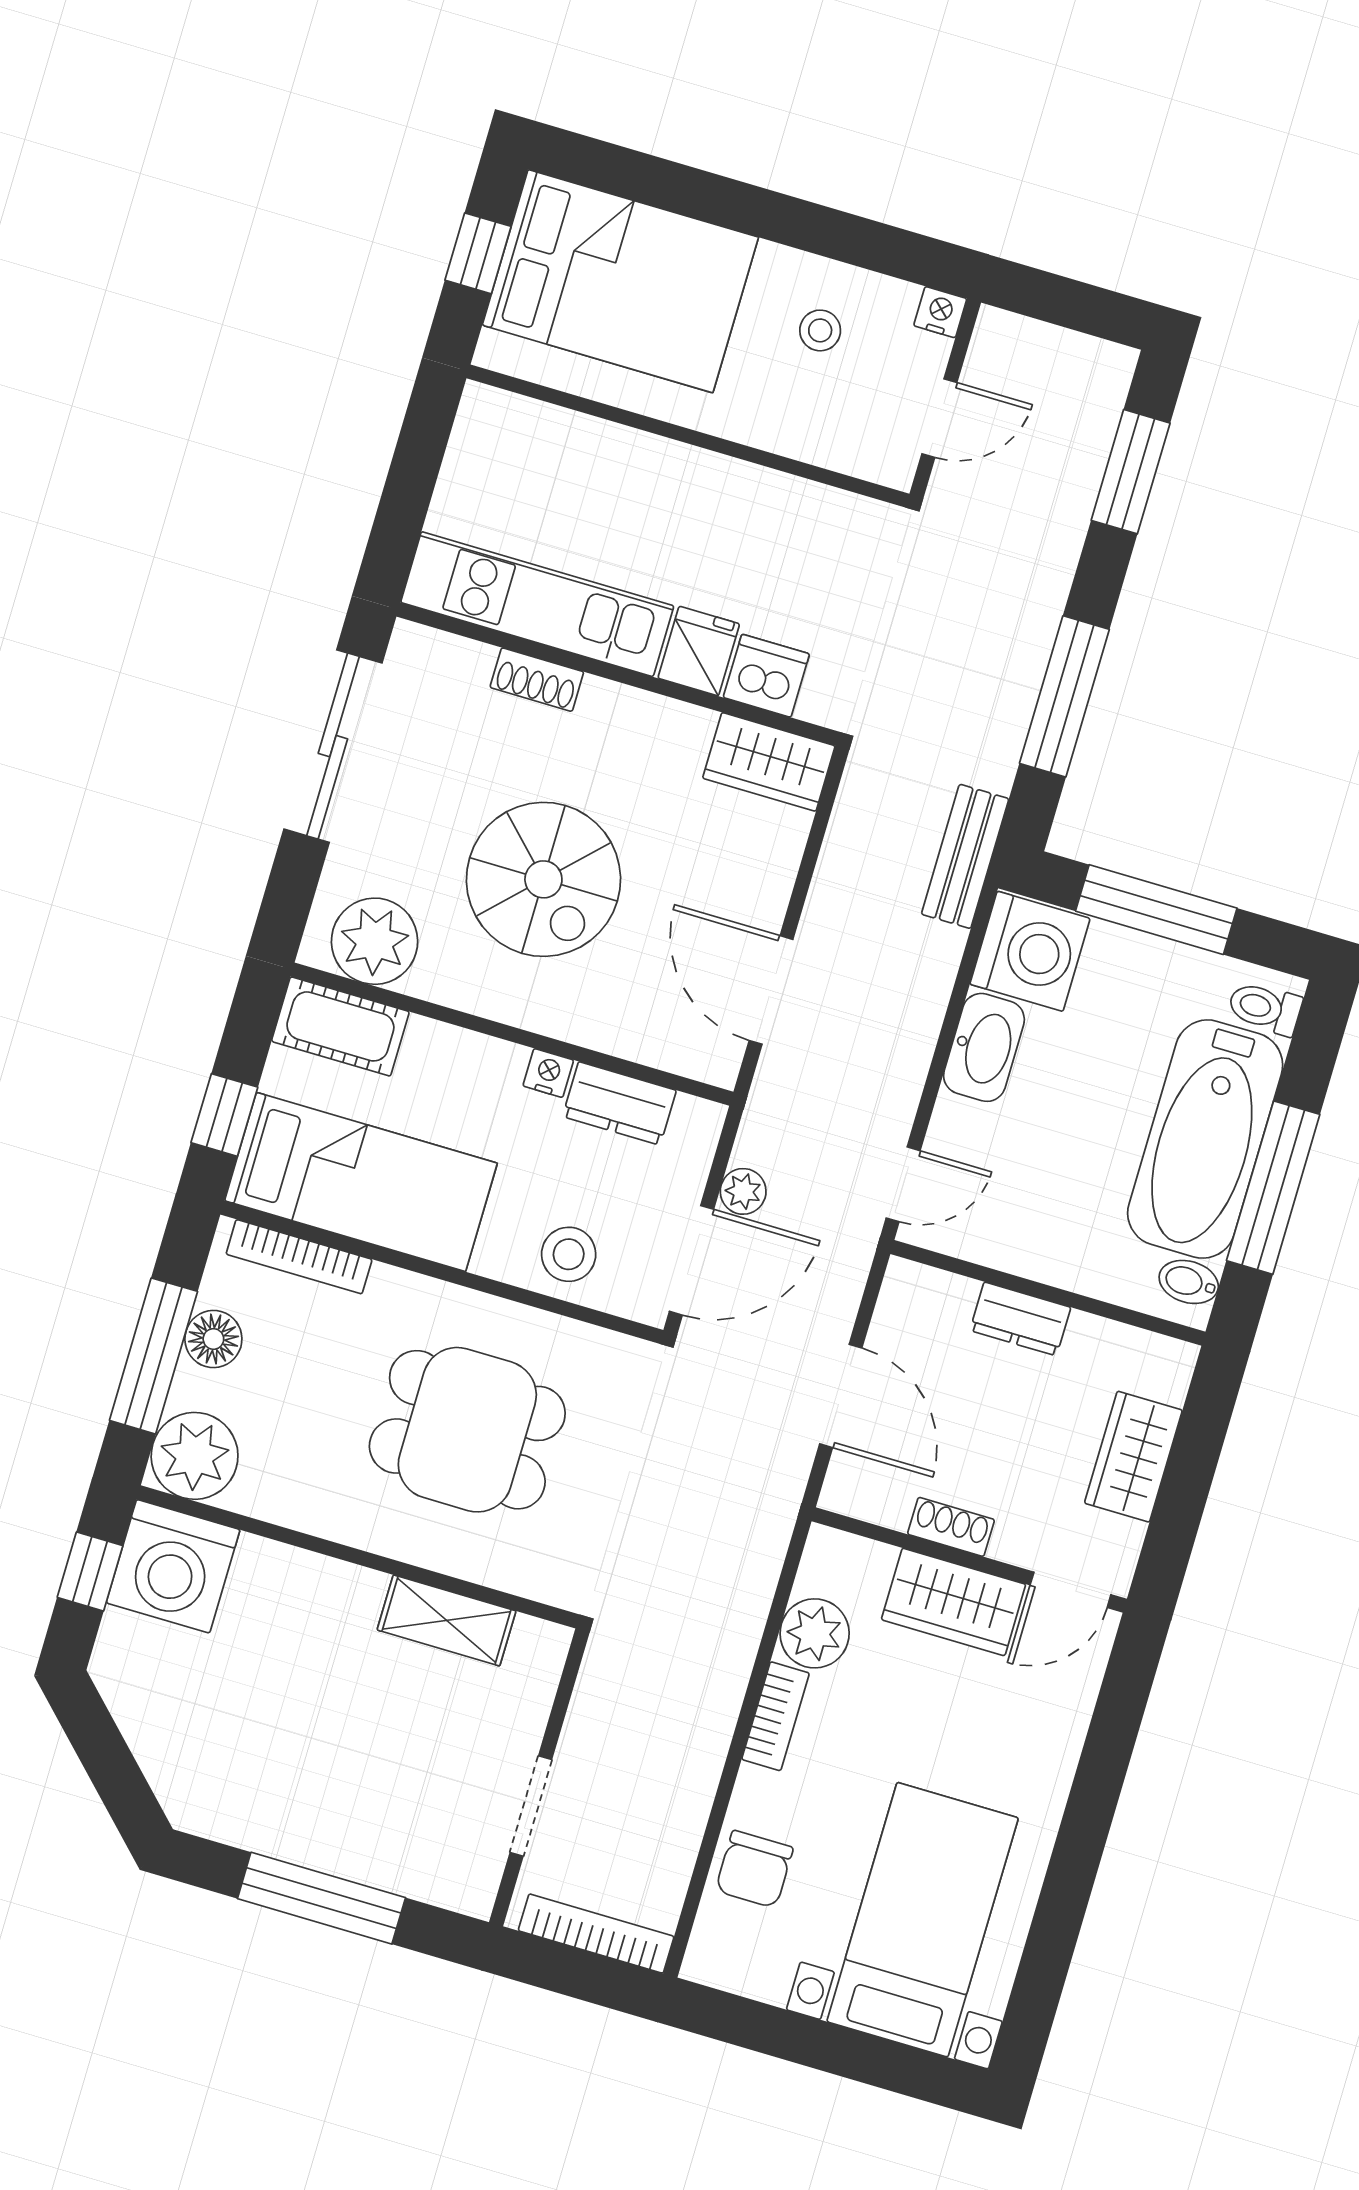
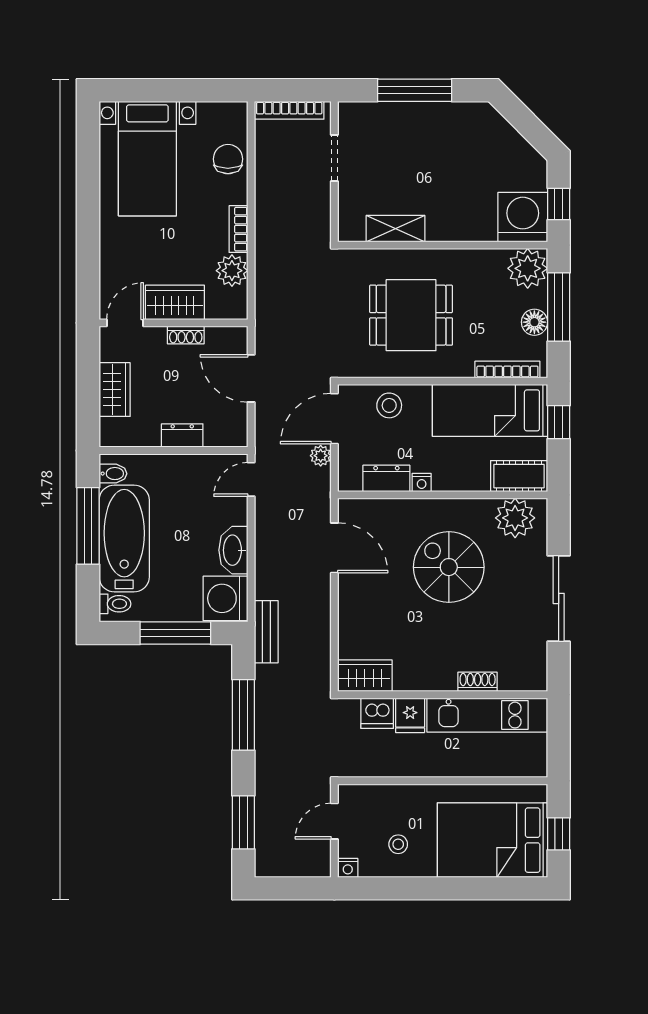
kitchen unit: (537, 604) -> (487, 715), moved
fridge: (699, 651) -> (410, 715), moved
wall: (618, 674) -> (443, 695), moved
dishwasher: (766, 676) -> (377, 713), moved
shoe rack: (537, 680) -> (478, 682), moved
wardrobe: (769, 762) -> (365, 676), moved

